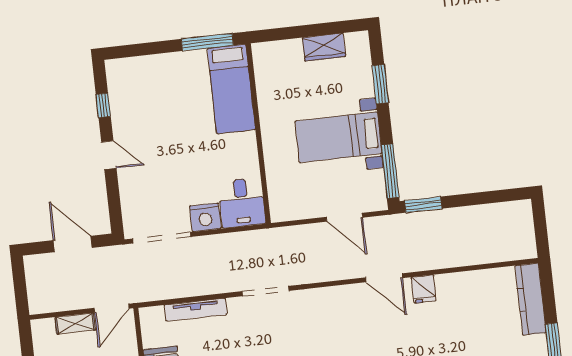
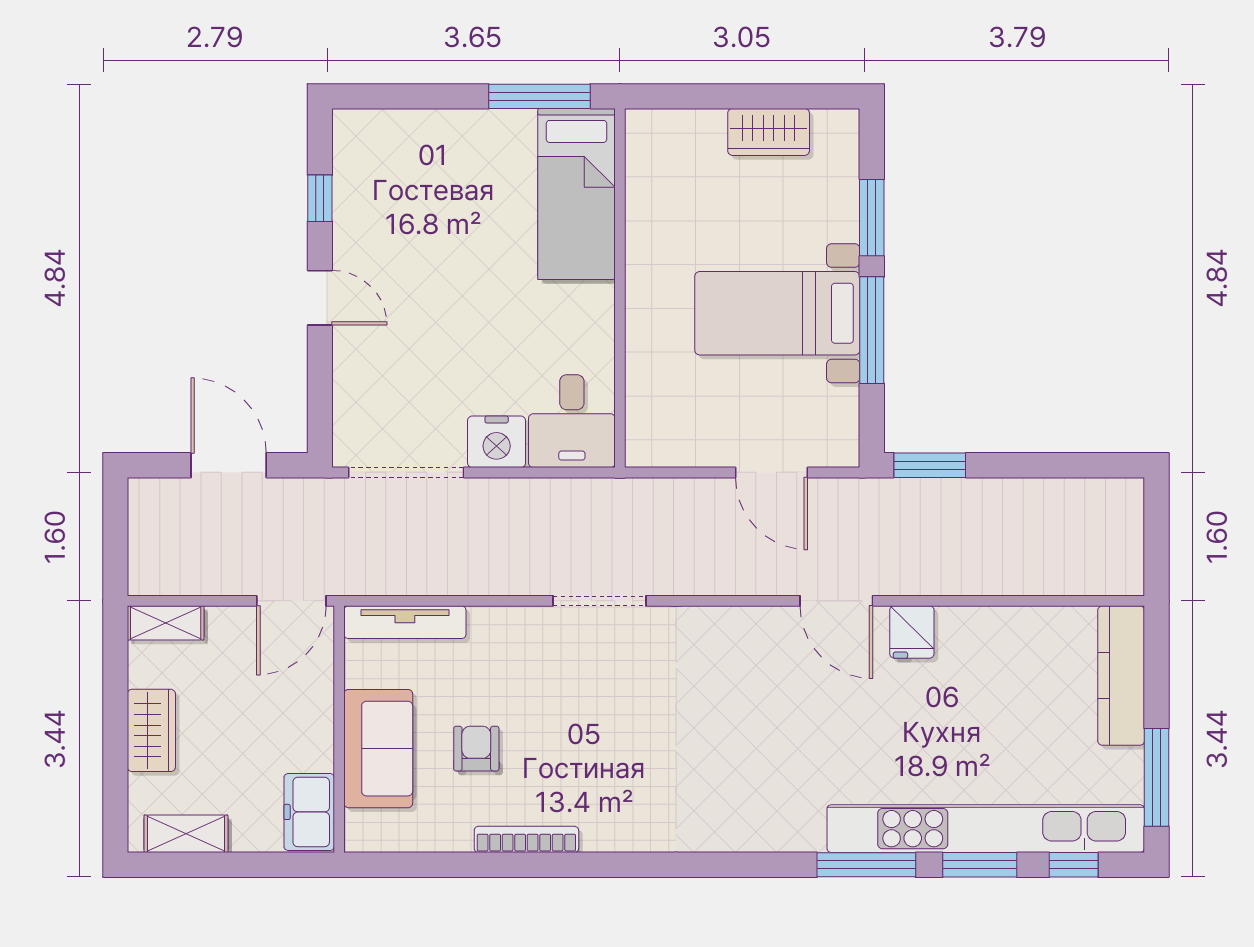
window: (390, 171) -> (872, 330), moved
tv unit: (196, 310) -> (405, 622), moved
shelving: (75, 324) -> (166, 623), moved

